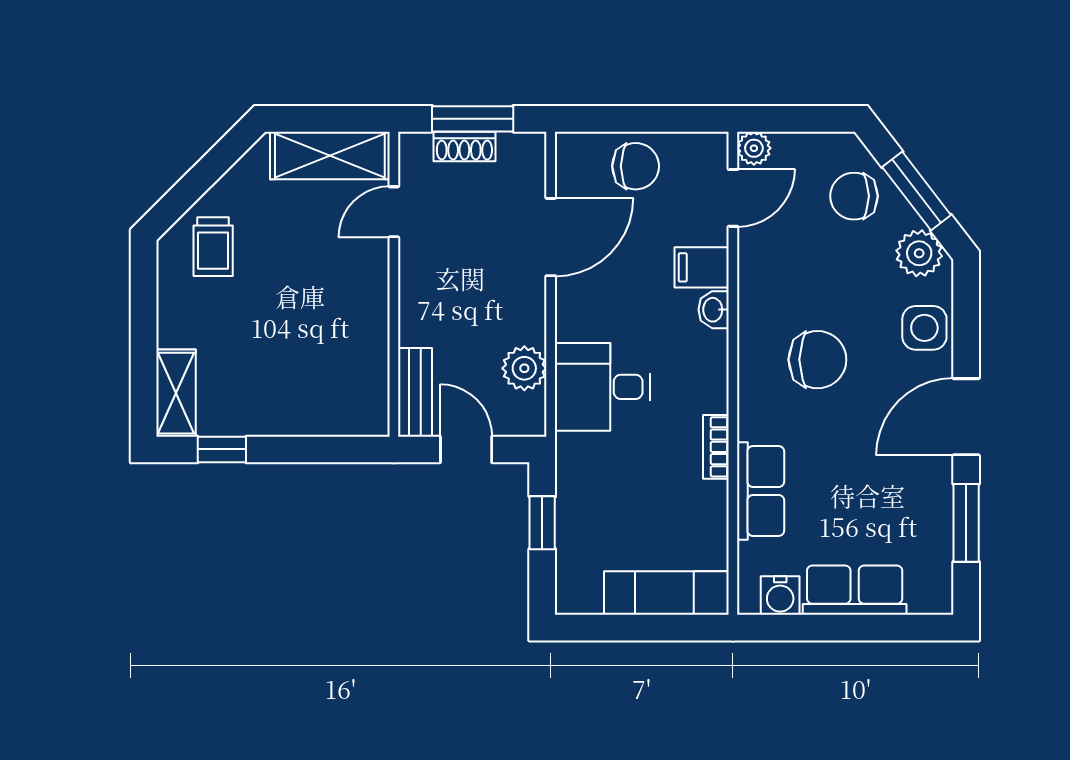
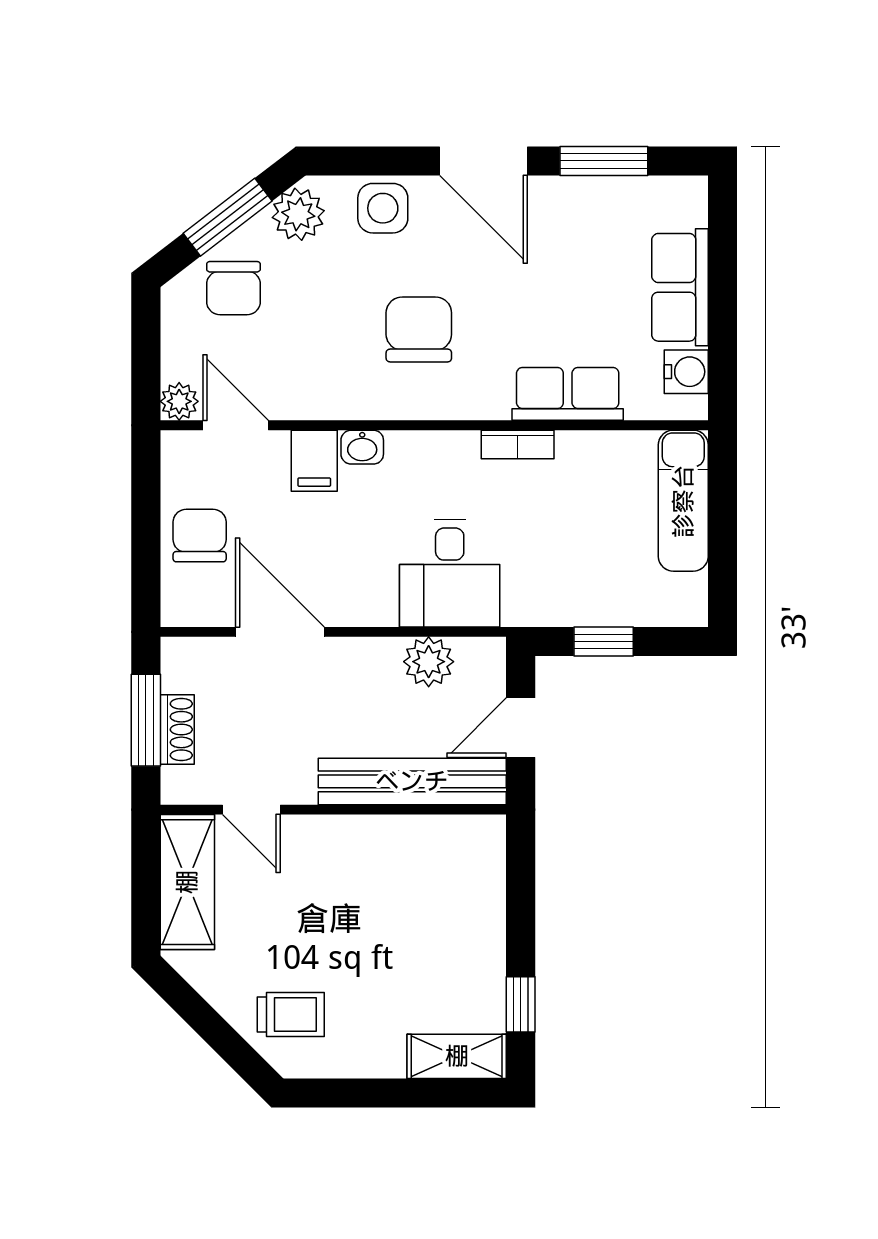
bench: (415, 392) -> (412, 781), width x1.86, depth x1.21

